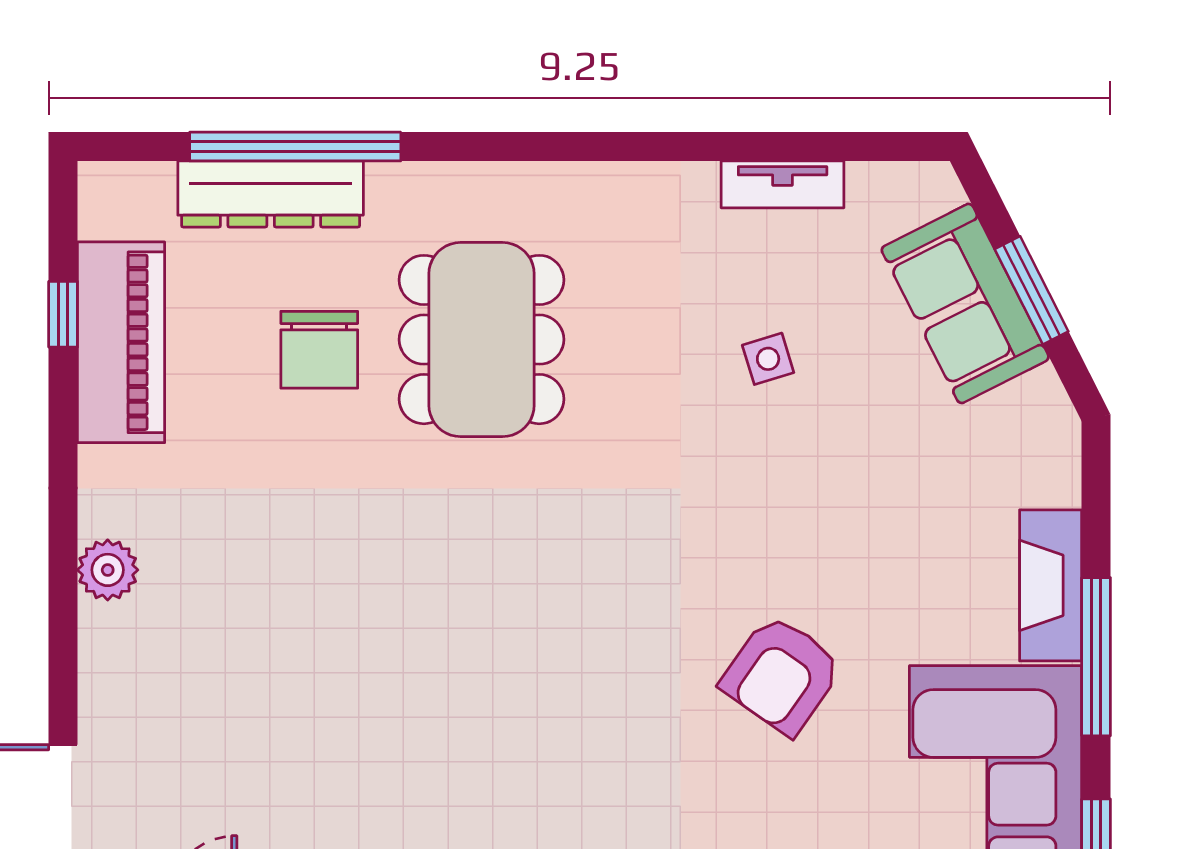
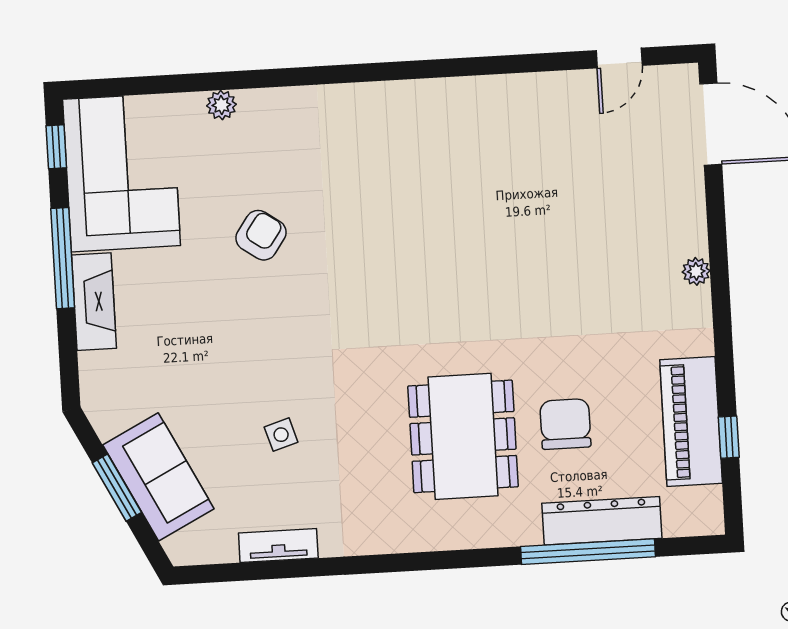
plant: (108, 570) -> (696, 271), width x0.73, depth x0.73
armchair: (782, 675) -> (261, 235), width x0.72, depth x0.72

